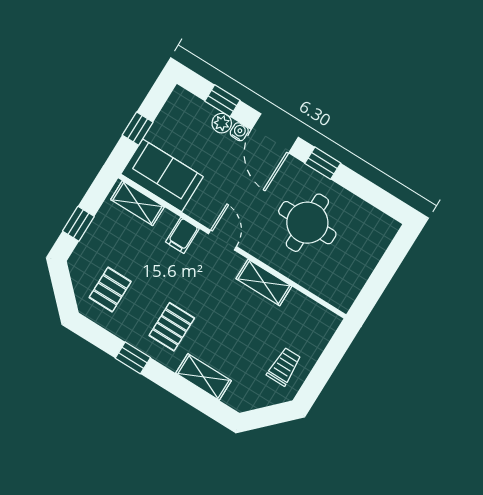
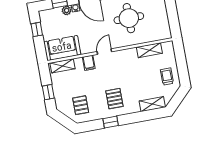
window: (138, 129) -> (37, 29), moved
door: (222, 240) -> (104, 52), hinge flipped
shelving: (264, 282) -> (149, 50), moved
shelving: (204, 377) -> (152, 104), moved

